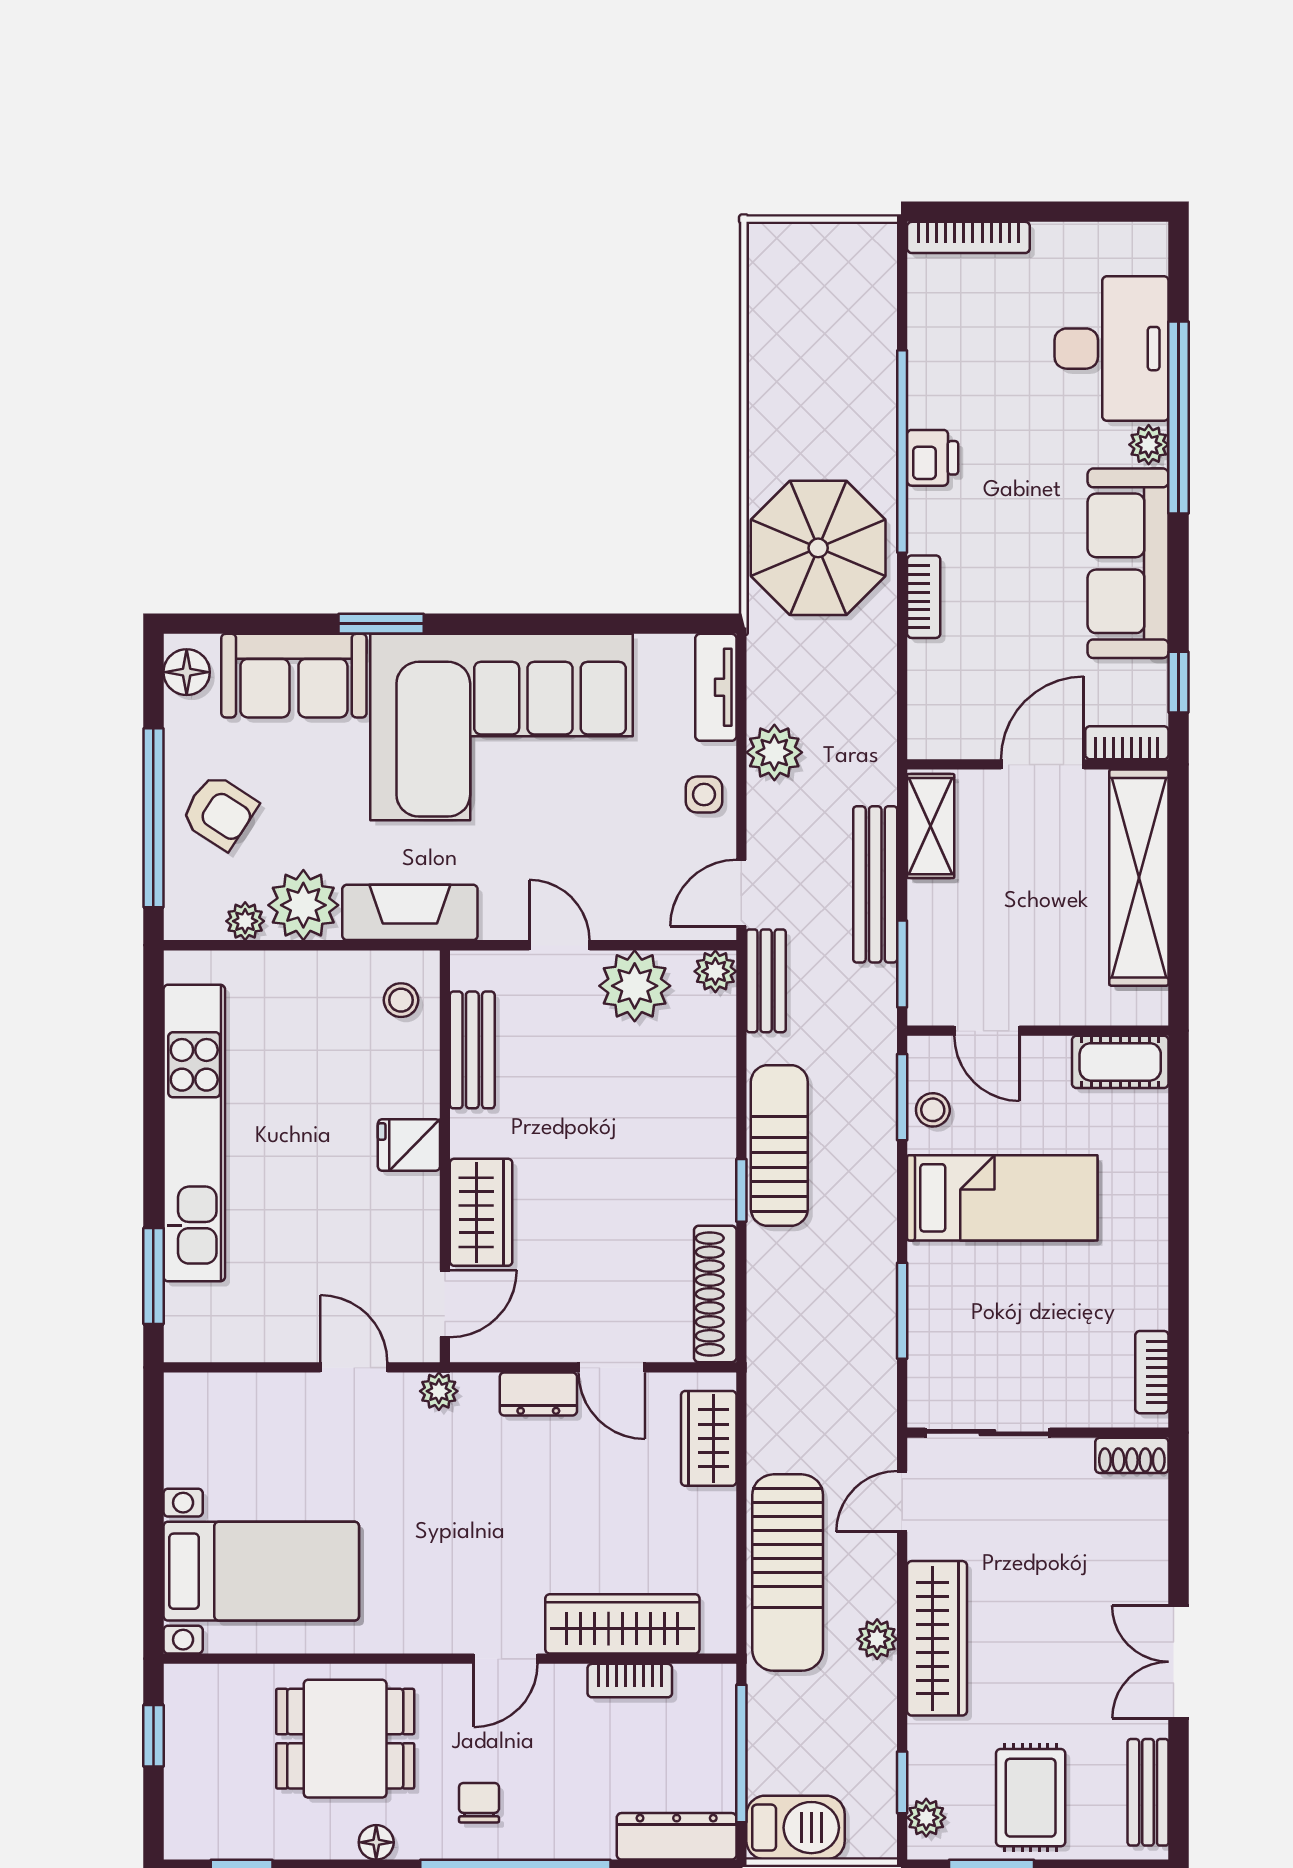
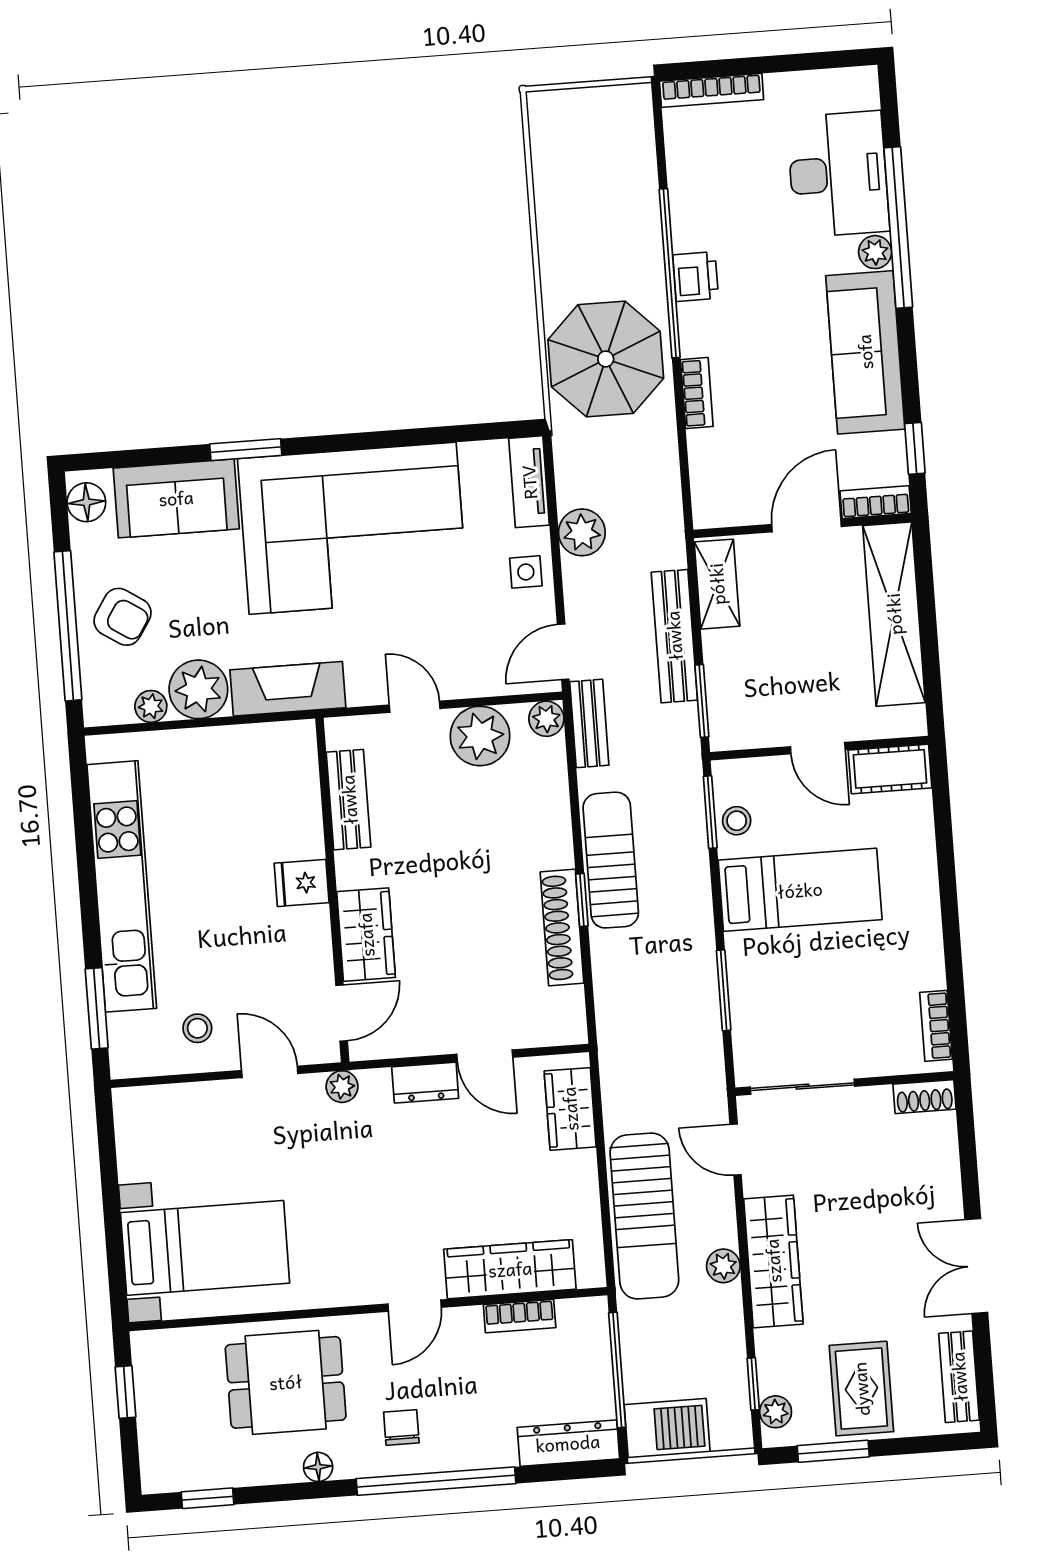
stool: (401, 1000) -> (197, 1028), moved
door: (987, 1031) -> (818, 748), moved
shoe rack: (715, 1294) -> (562, 928), moved
door: (902, 1501) -> (736, 1149), hinge flipped

